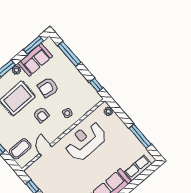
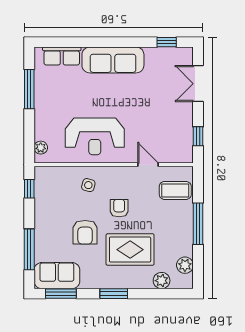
sofa: (35, 60) -> (57, 276), moved
plant: (16, 70) -> (104, 282), removed
armchair: (48, 87) -> (85, 232), turned 82
door: (46, 150) -> (148, 165), swing flipped

